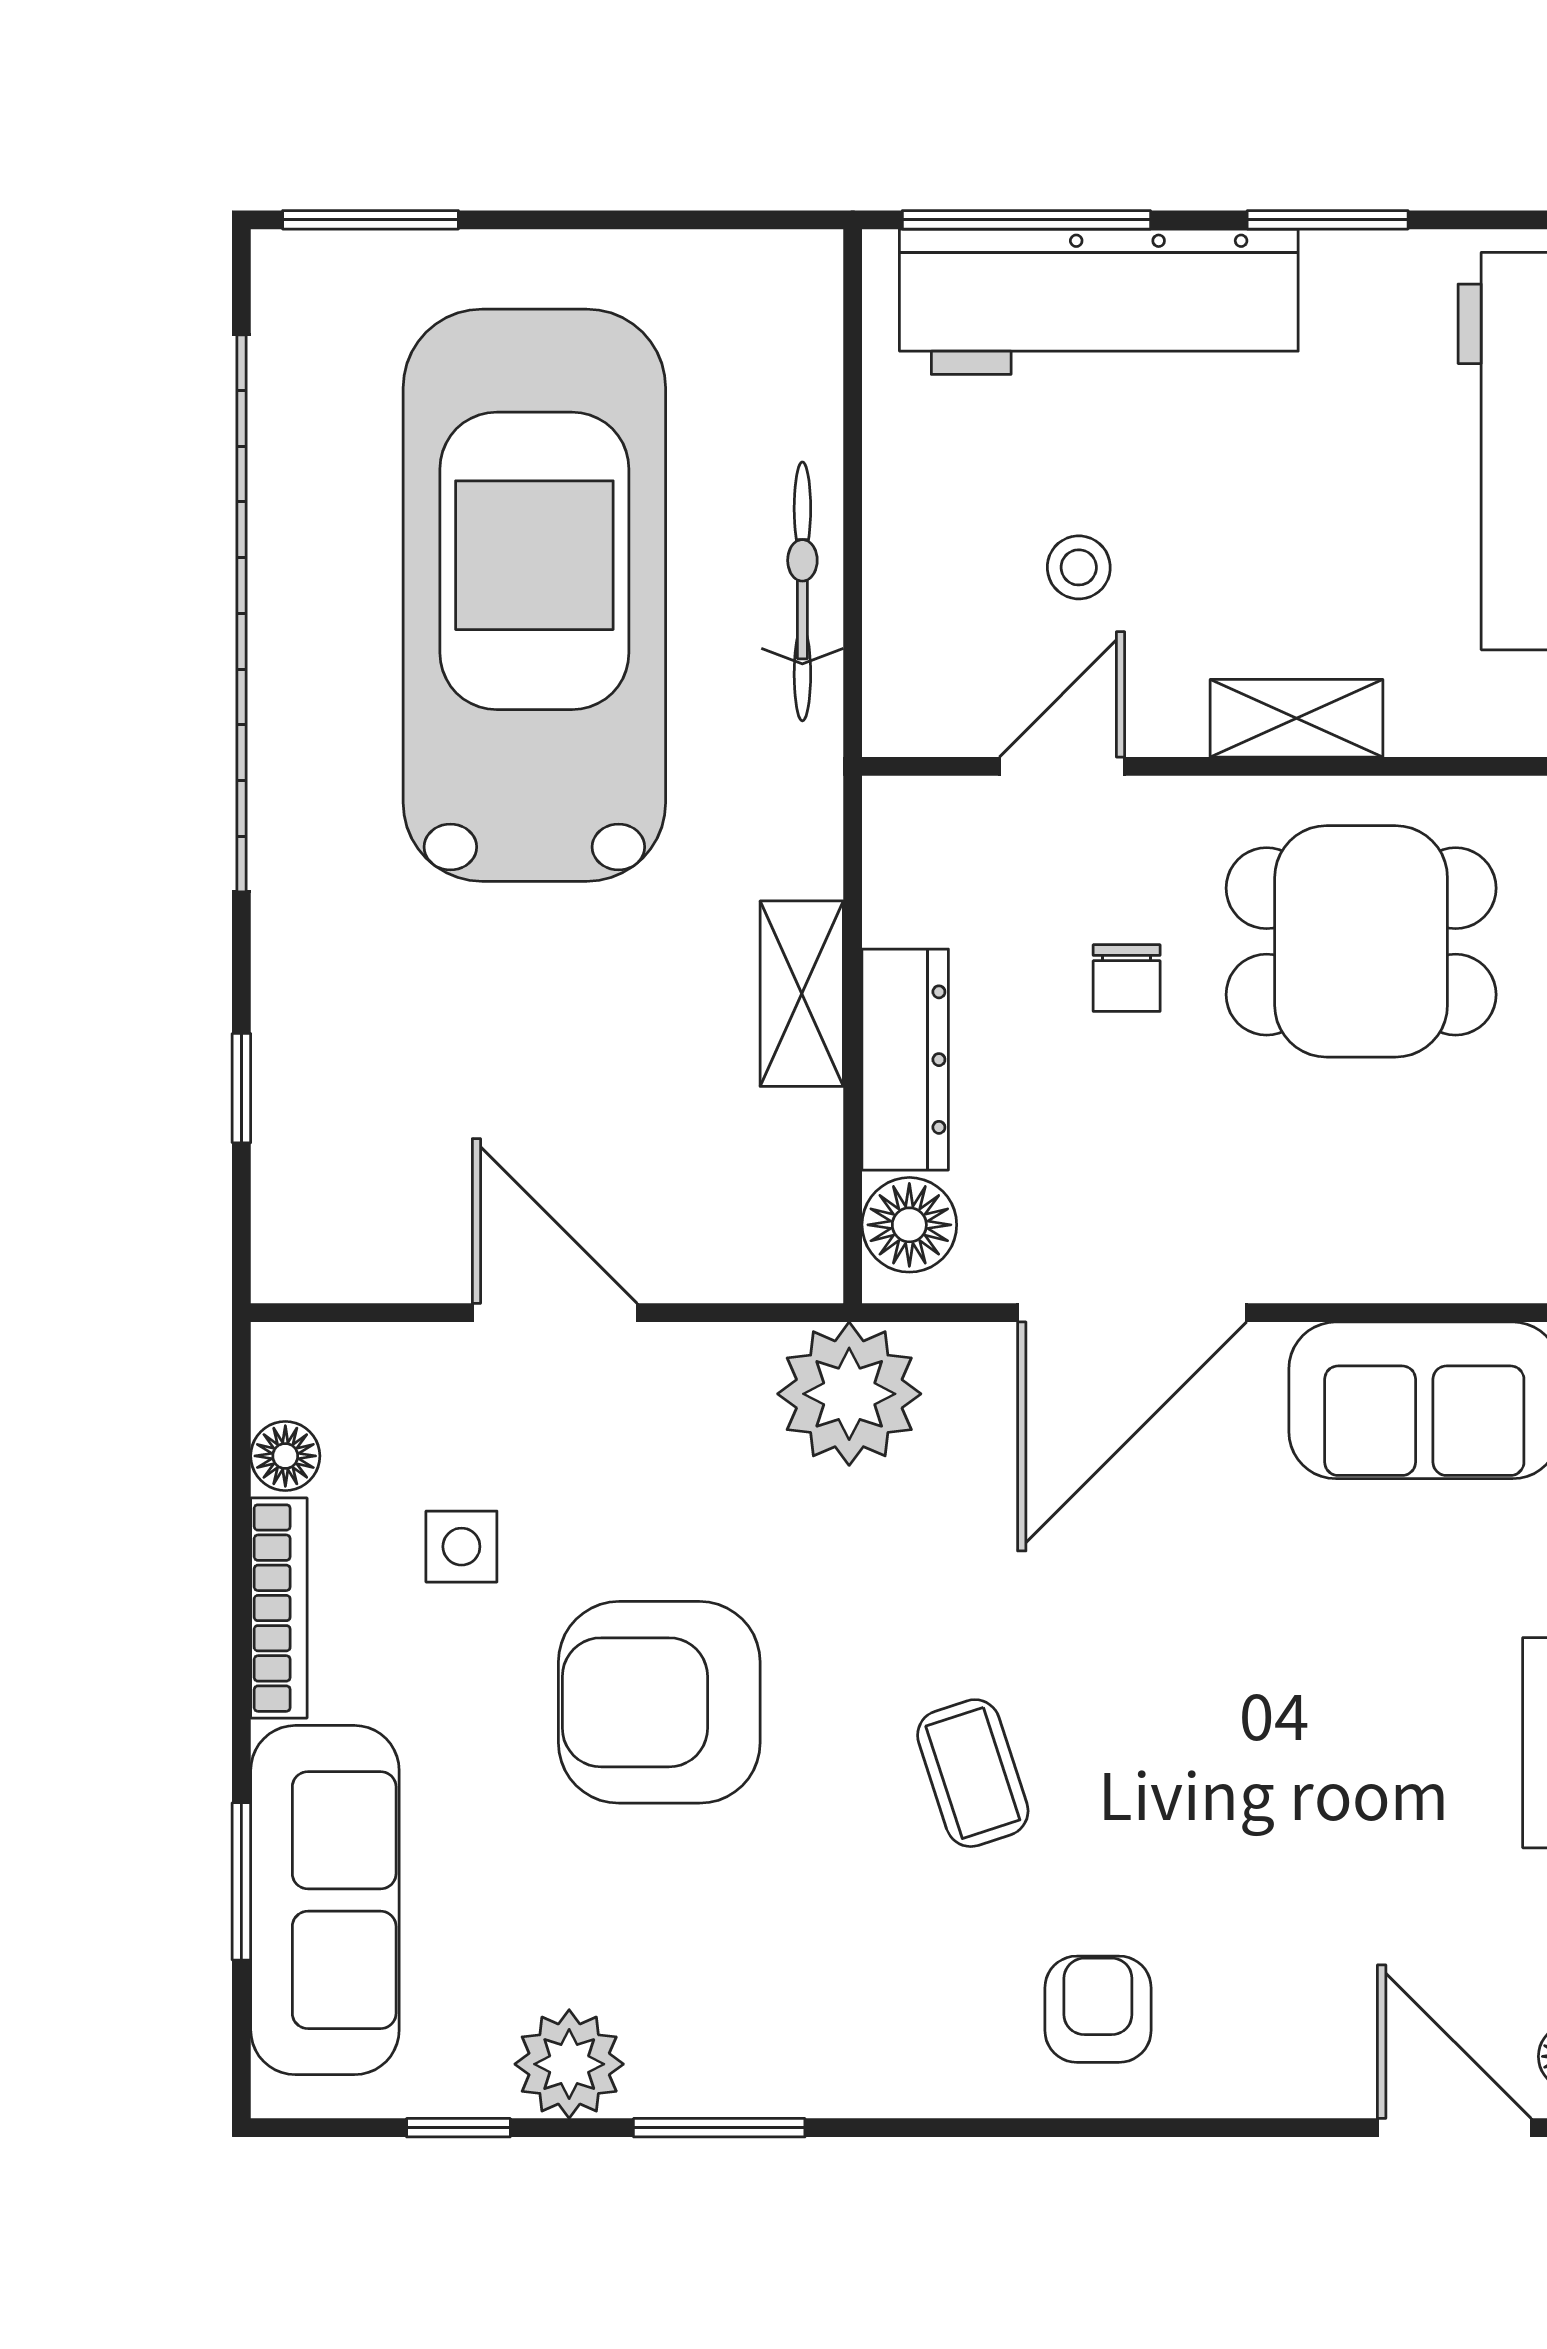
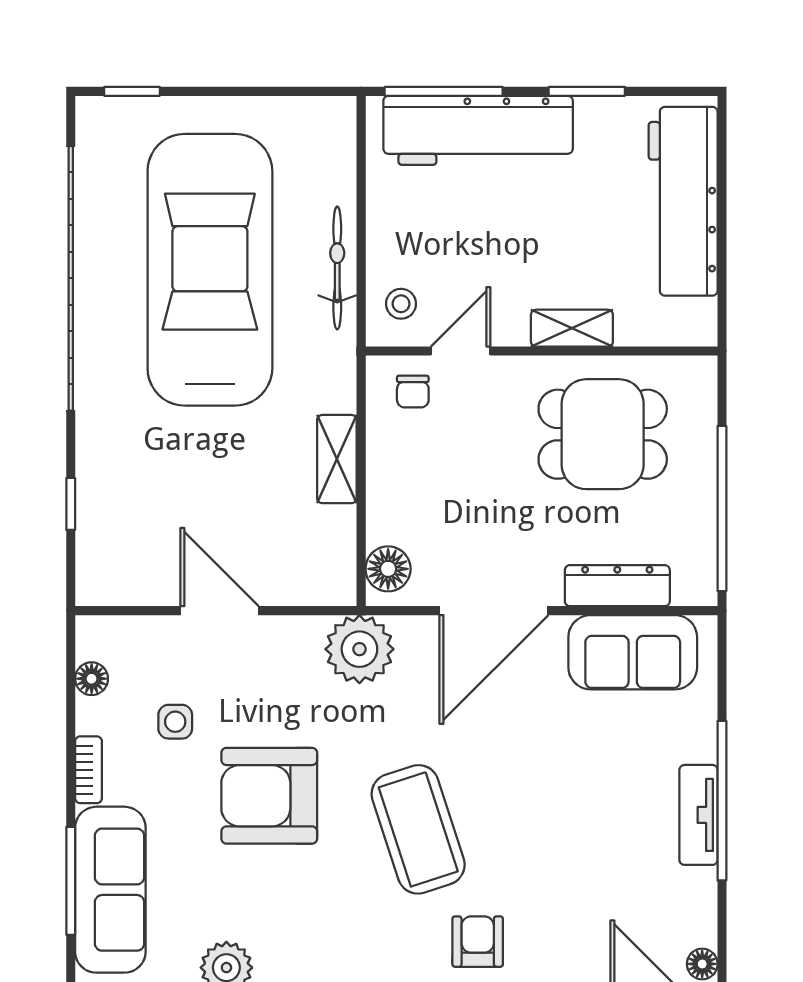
window: (370, 220) -> (132, 91), width x0.67
stool: (1079, 567) -> (401, 304), moved
chair: (1127, 978) -> (413, 392), moved
dresser: (905, 1060) -> (617, 586), moved, turned -90
bookcase: (279, 1608) -> (89, 770), width x0.64
coffee table: (973, 1773) -> (418, 829), width x1.86, depth x1.72
window: (241, 1881) -> (71, 881), width x1.44

